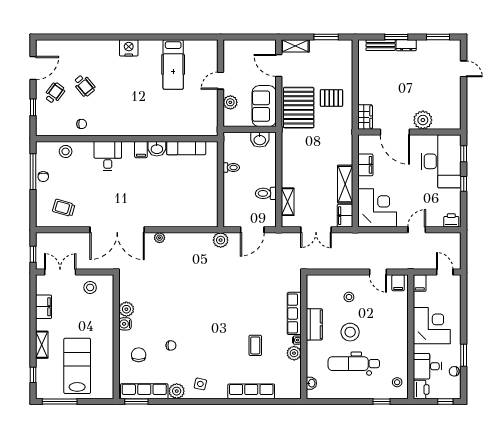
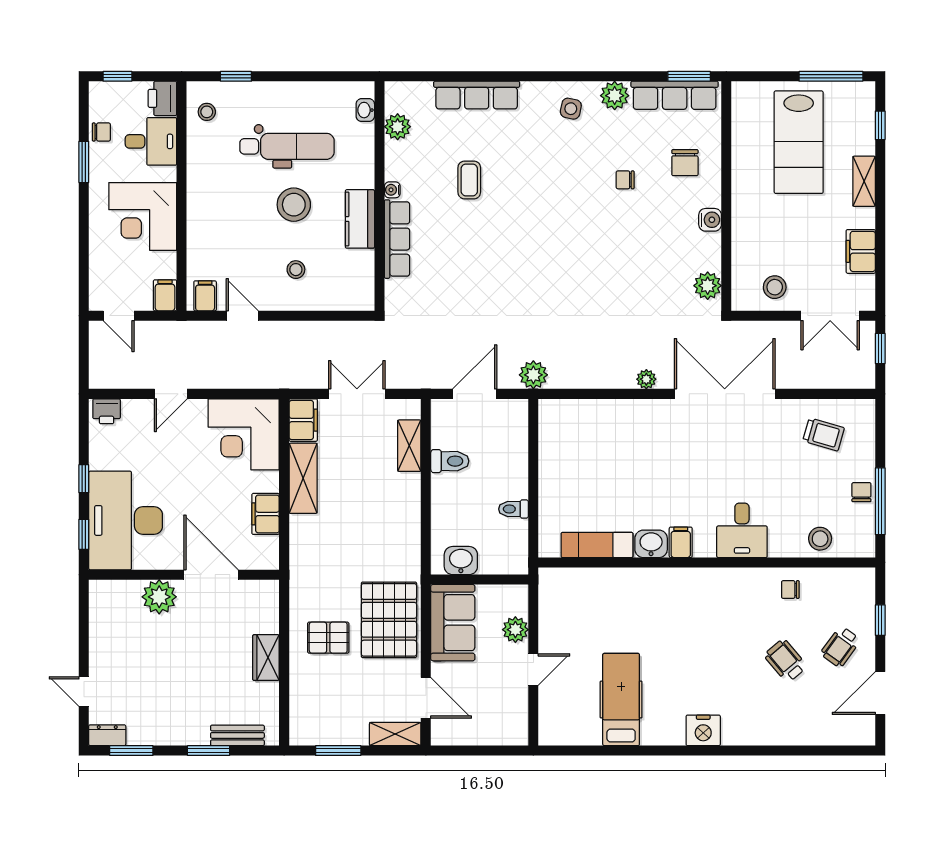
dresser: (406, 45) -> (107, 735), moved
wardrobe: (365, 117) -> (266, 658), moved
plant: (126, 309) -> (708, 286), moved
plant: (294, 353) -> (398, 127), moved

